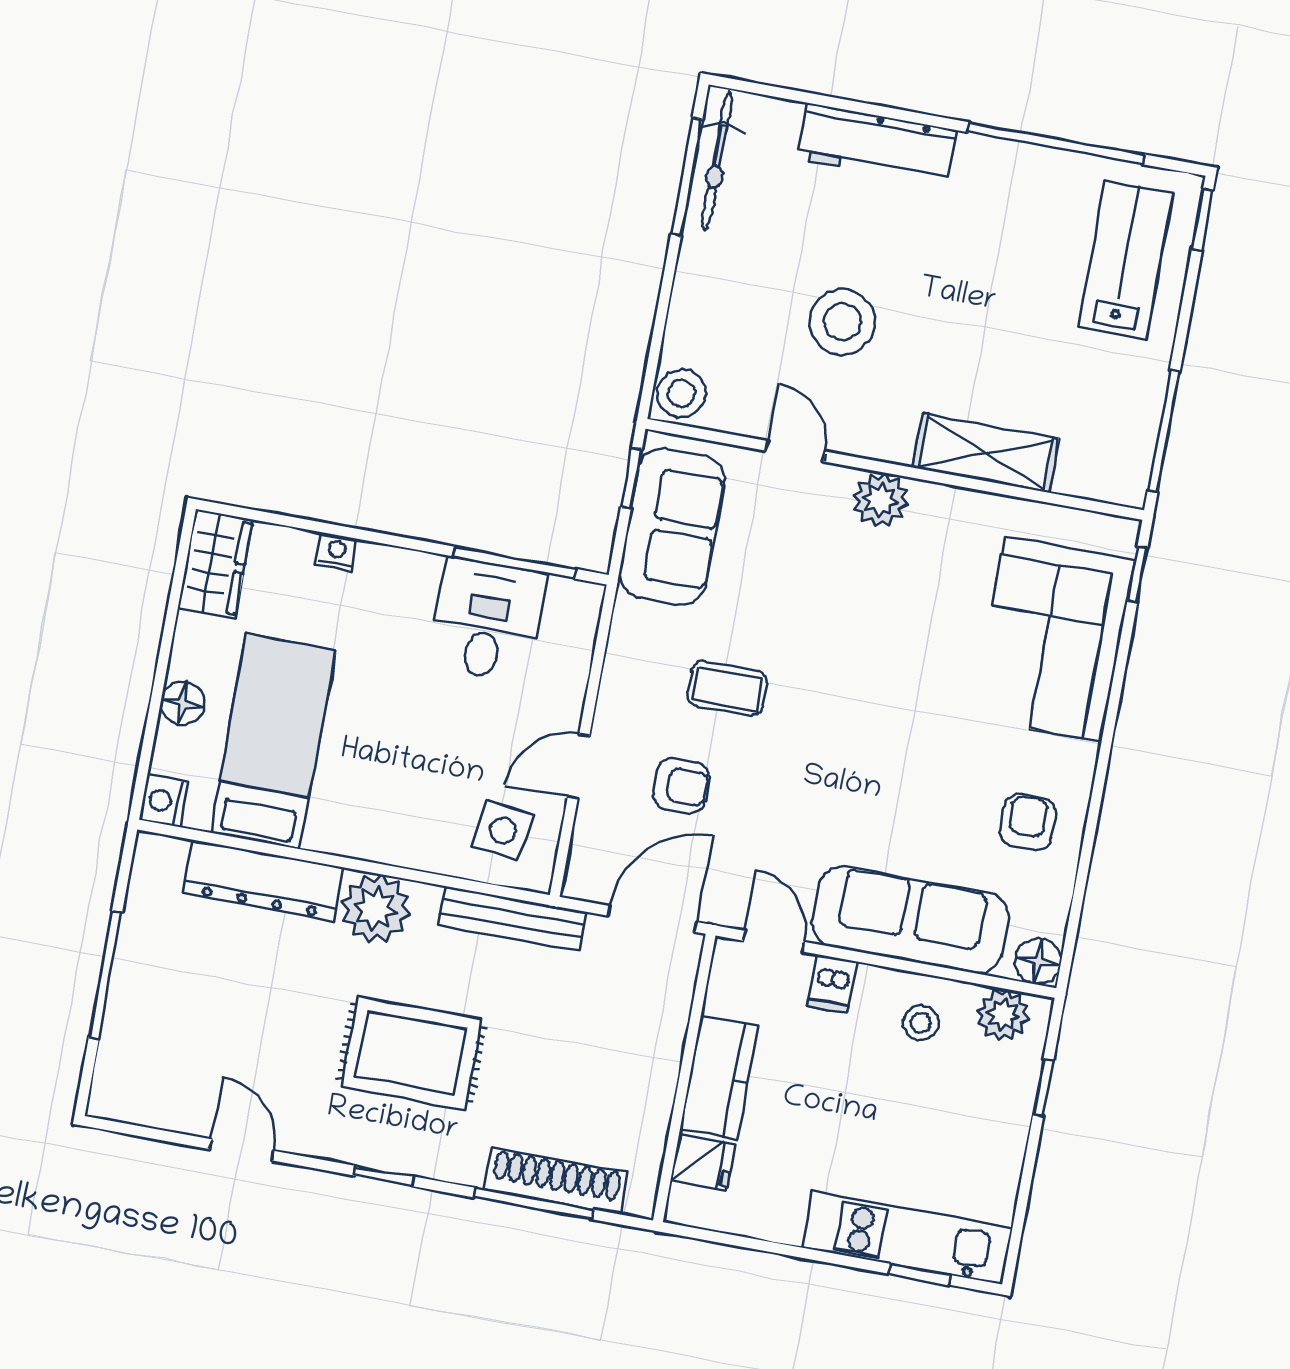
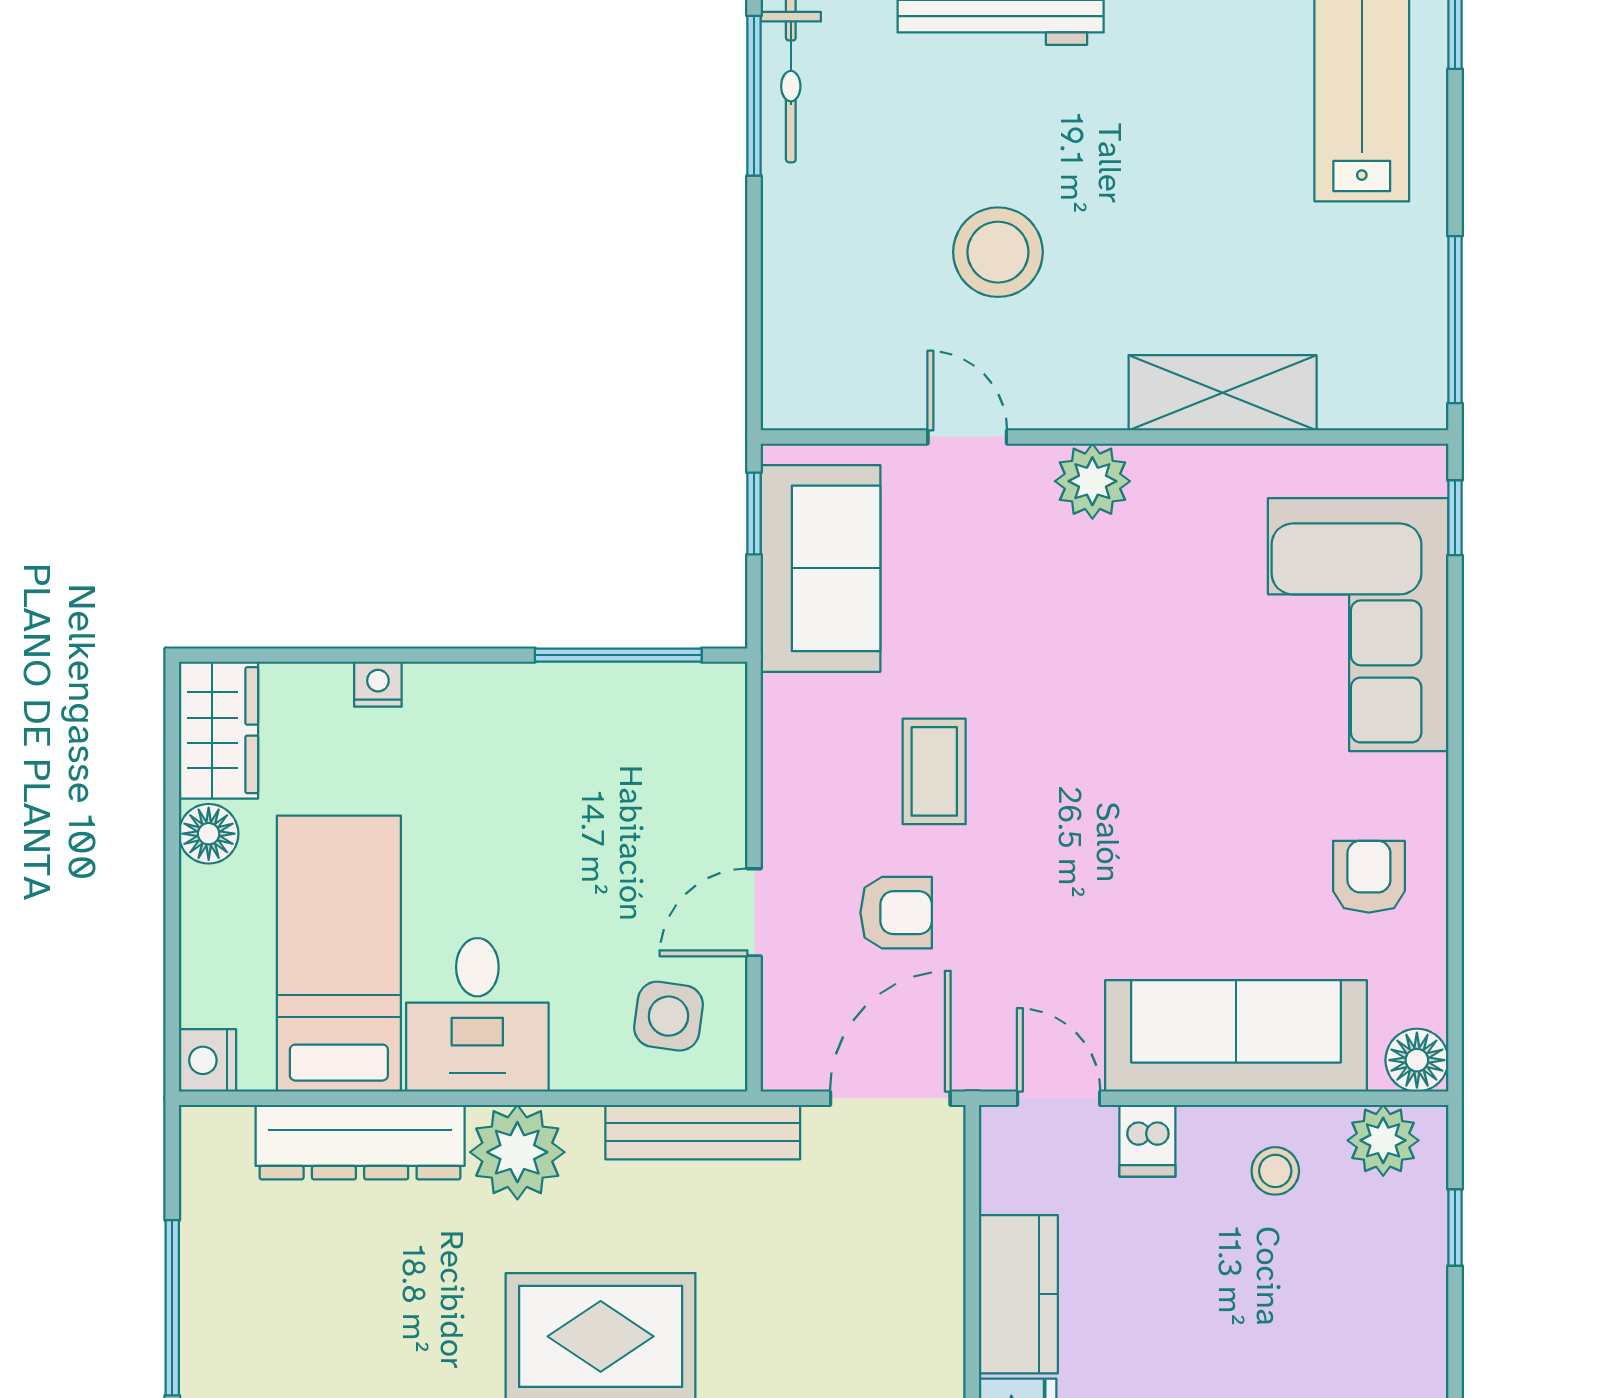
stool: (681, 393) -> (800, 387), removed
desk: (487, 620) -> (477, 1015), moved, turned 180
coffee table: (727, 689) -> (934, 771), turned 90
floor lamp: (183, 703) -> (209, 834), moved

